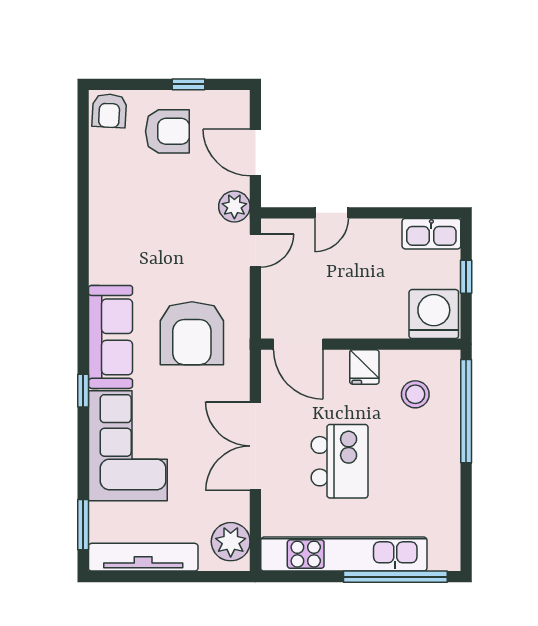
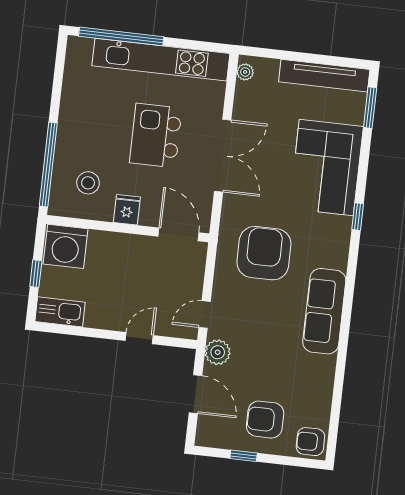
armchair: (109, 111) -> (310, 442), turned -93
sofa: (111, 337) -> (324, 311), moved
plant: (231, 542) -> (245, 72), width x0.53, depth x0.53

